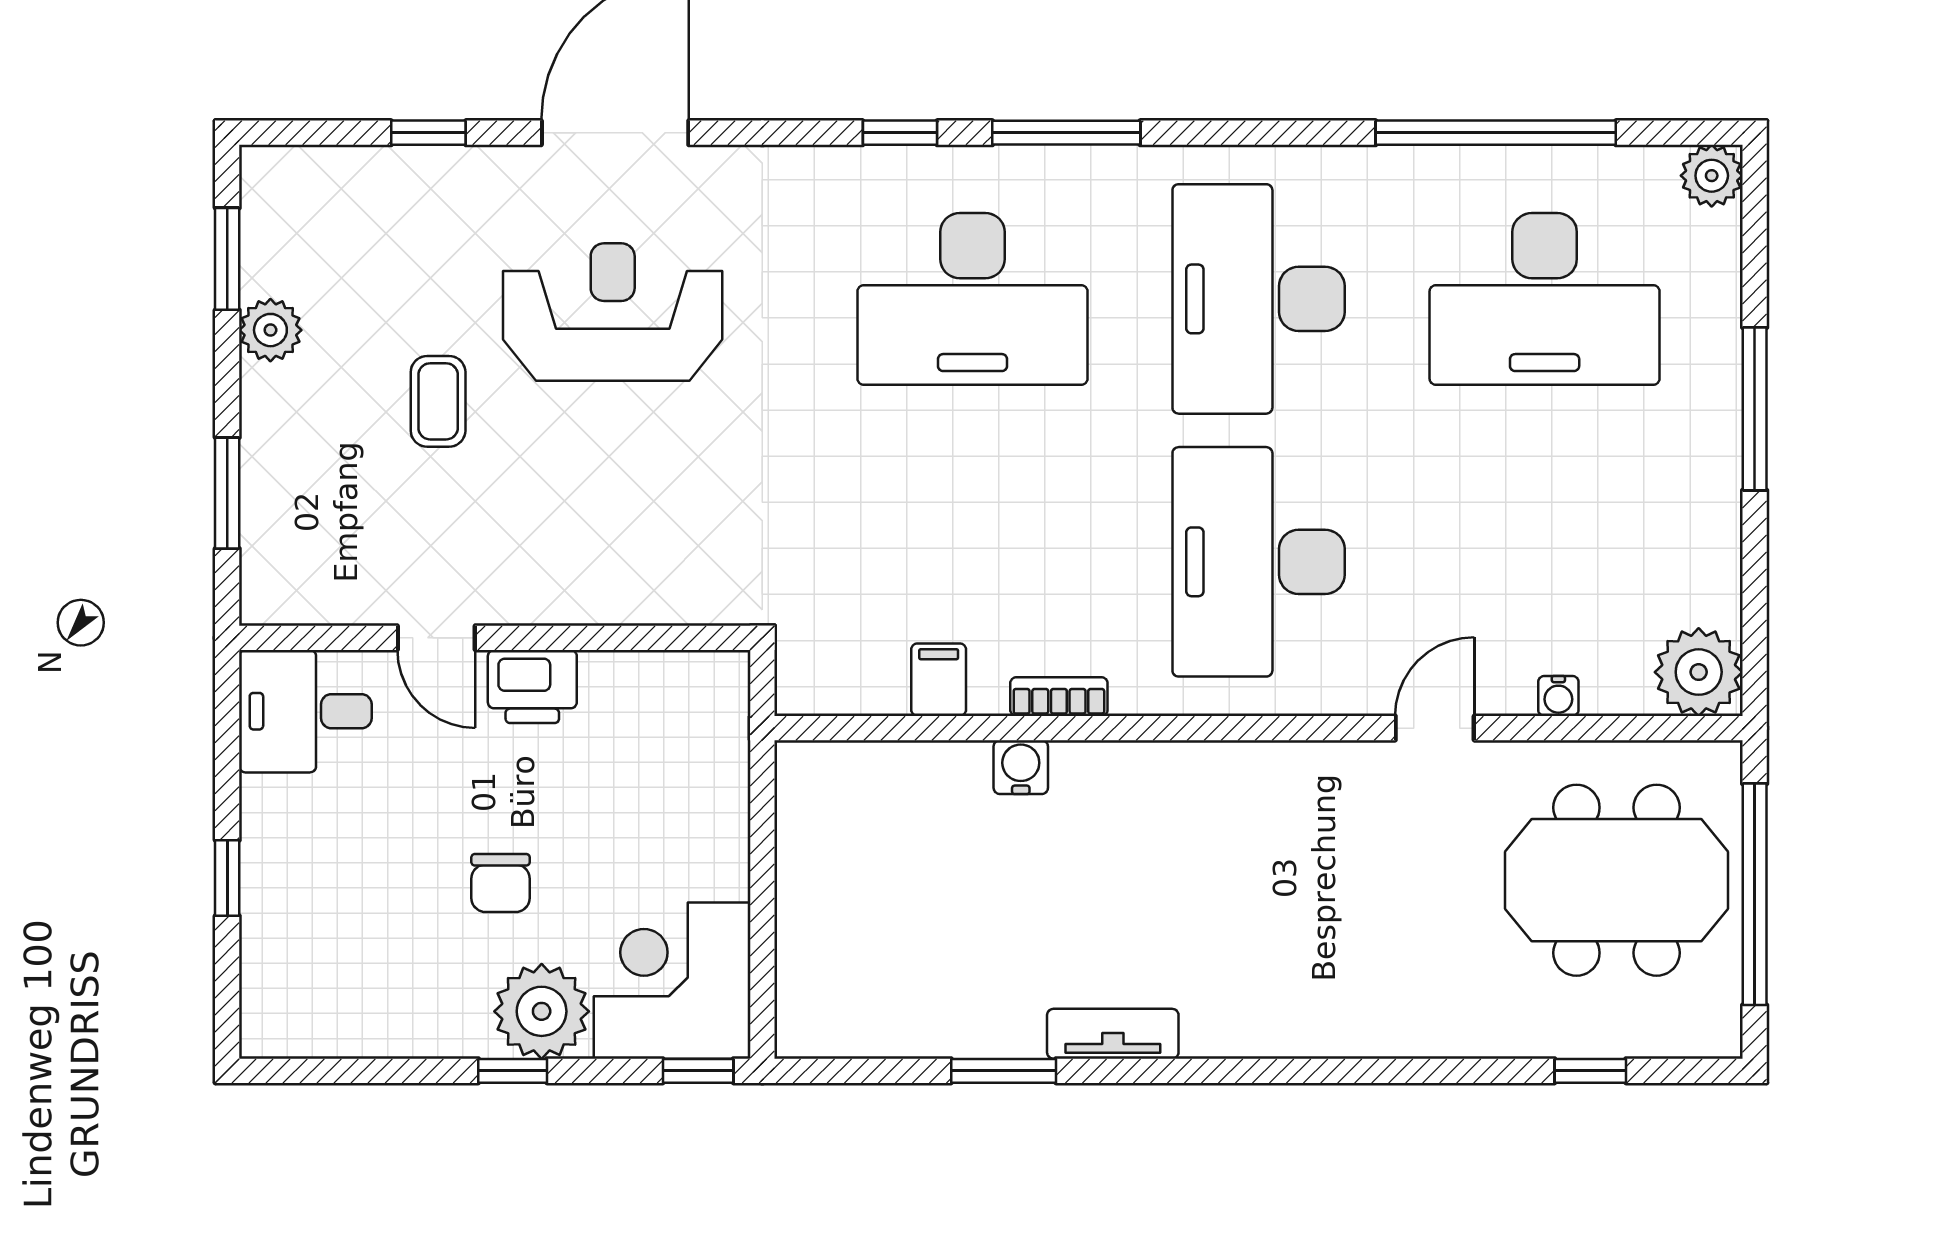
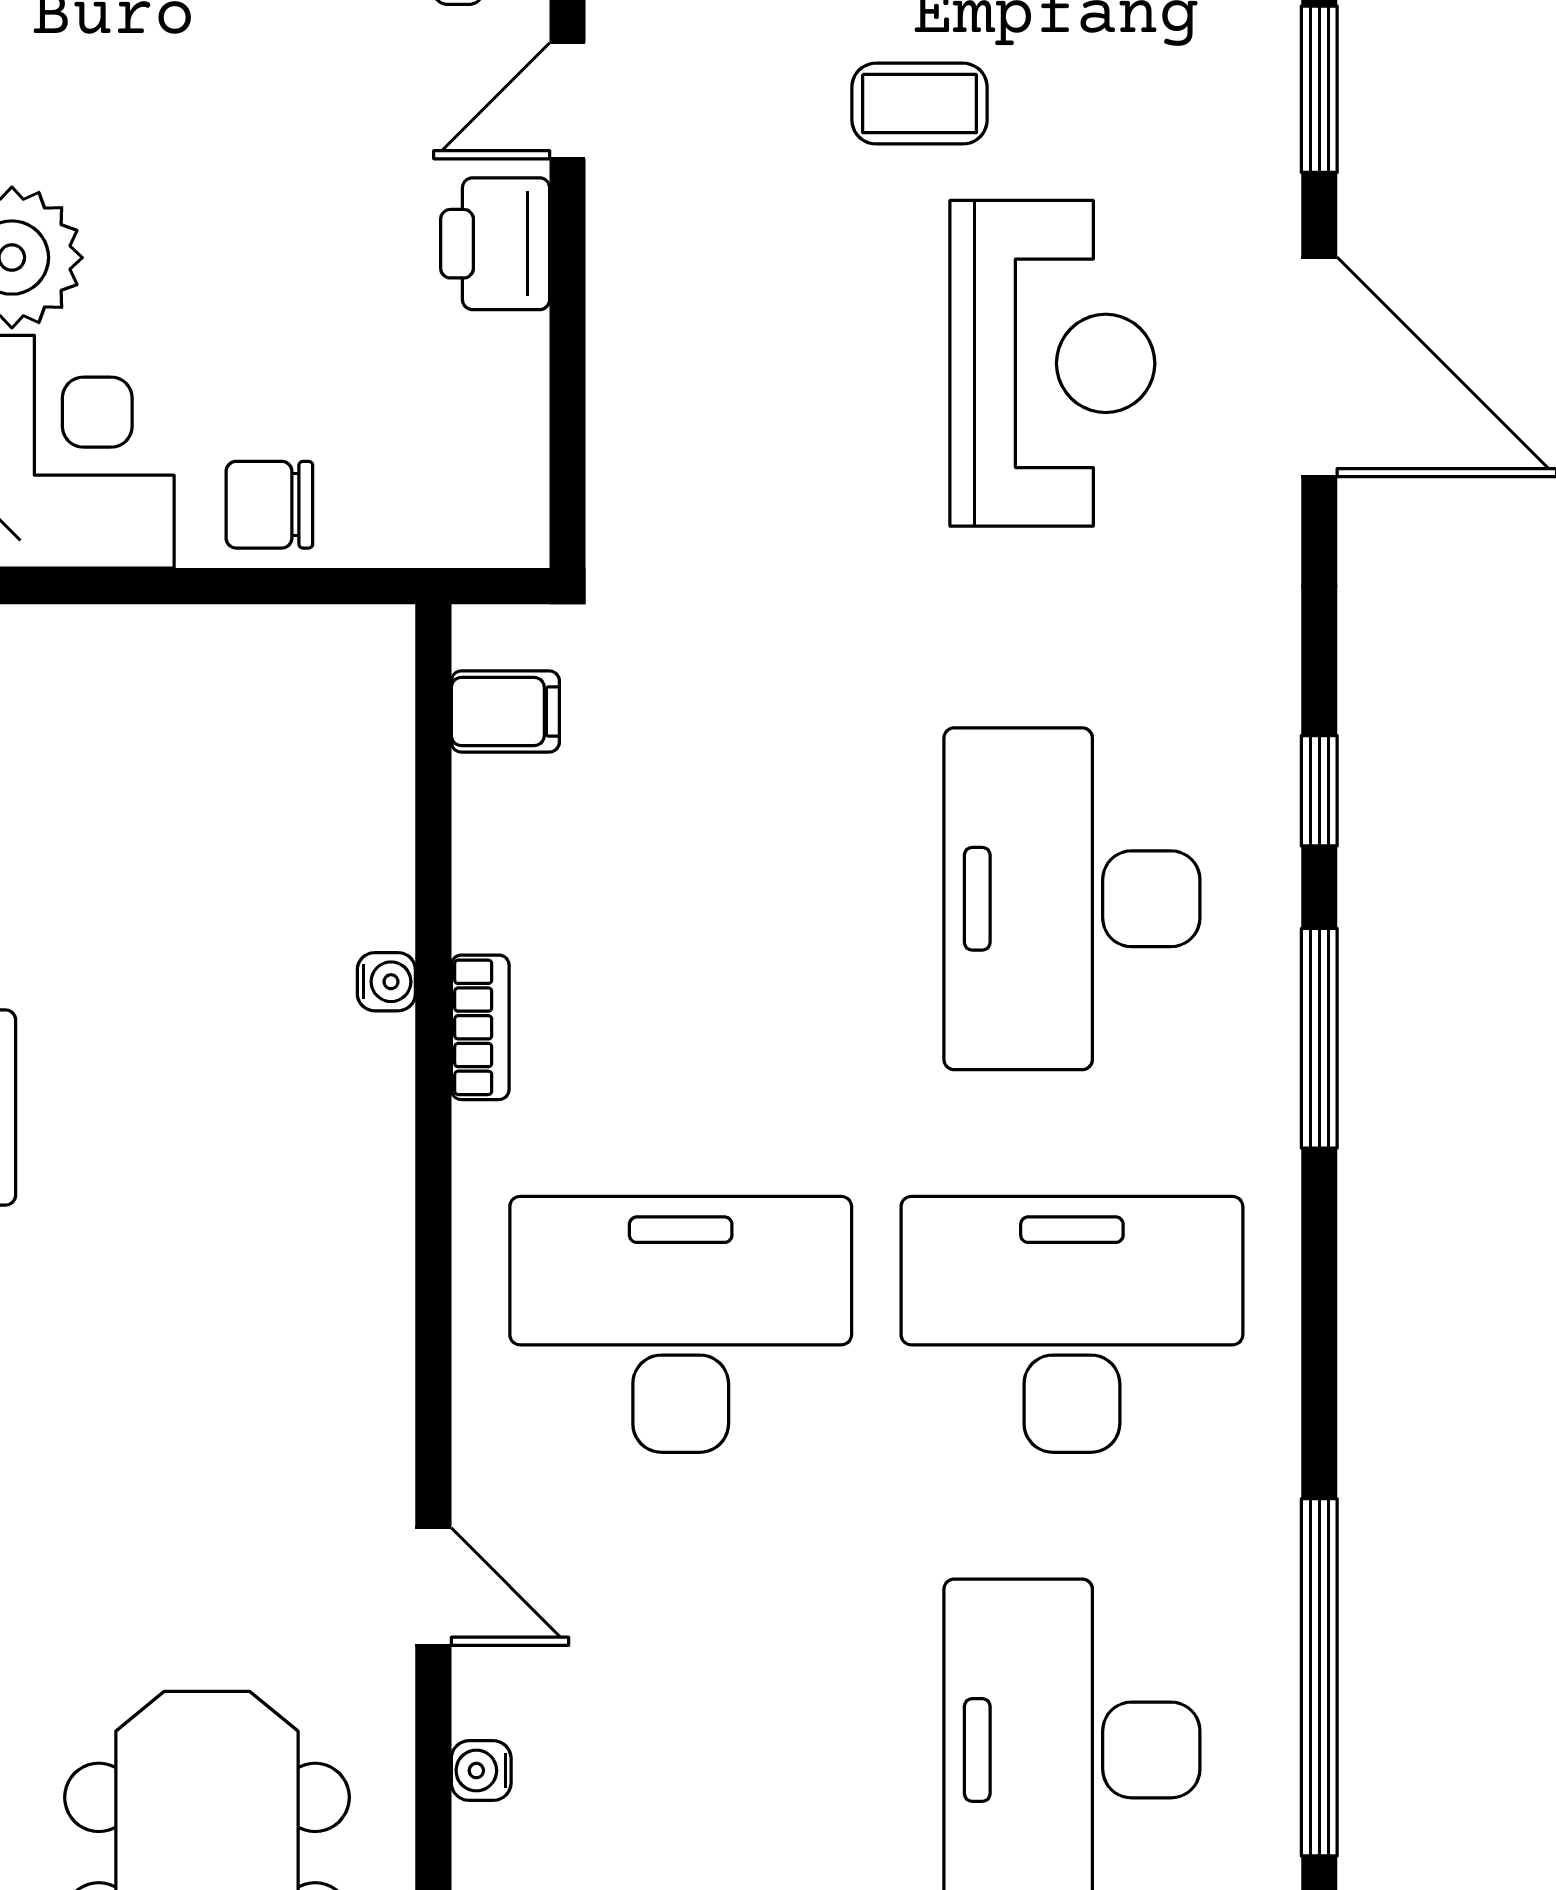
window: (428, 133) -> (1319, 89), width x1.50
filing cabinet: (939, 680) -> (505, 711), moved
water cooler: (1021, 767) -> (386, 982), width x0.72, depth x0.72
chair: (501, 883) -> (269, 505), moved

